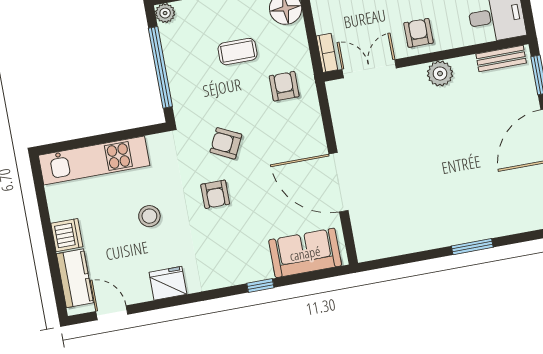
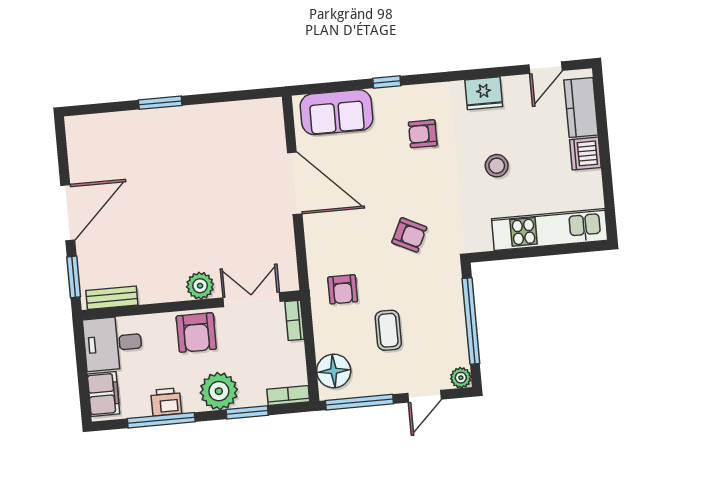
armchair: (418, 33) -> (196, 333), width x1.38, depth x1.38
coffee table: (238, 52) -> (388, 330), turned 90
double door: (369, 69) -> (252, 300), swing flipped
plant: (440, 74) -> (200, 286), moved
armchair: (215, 194) -> (423, 134), moved, turned -90
door: (112, 313) -> (546, 68), hinge flipped

